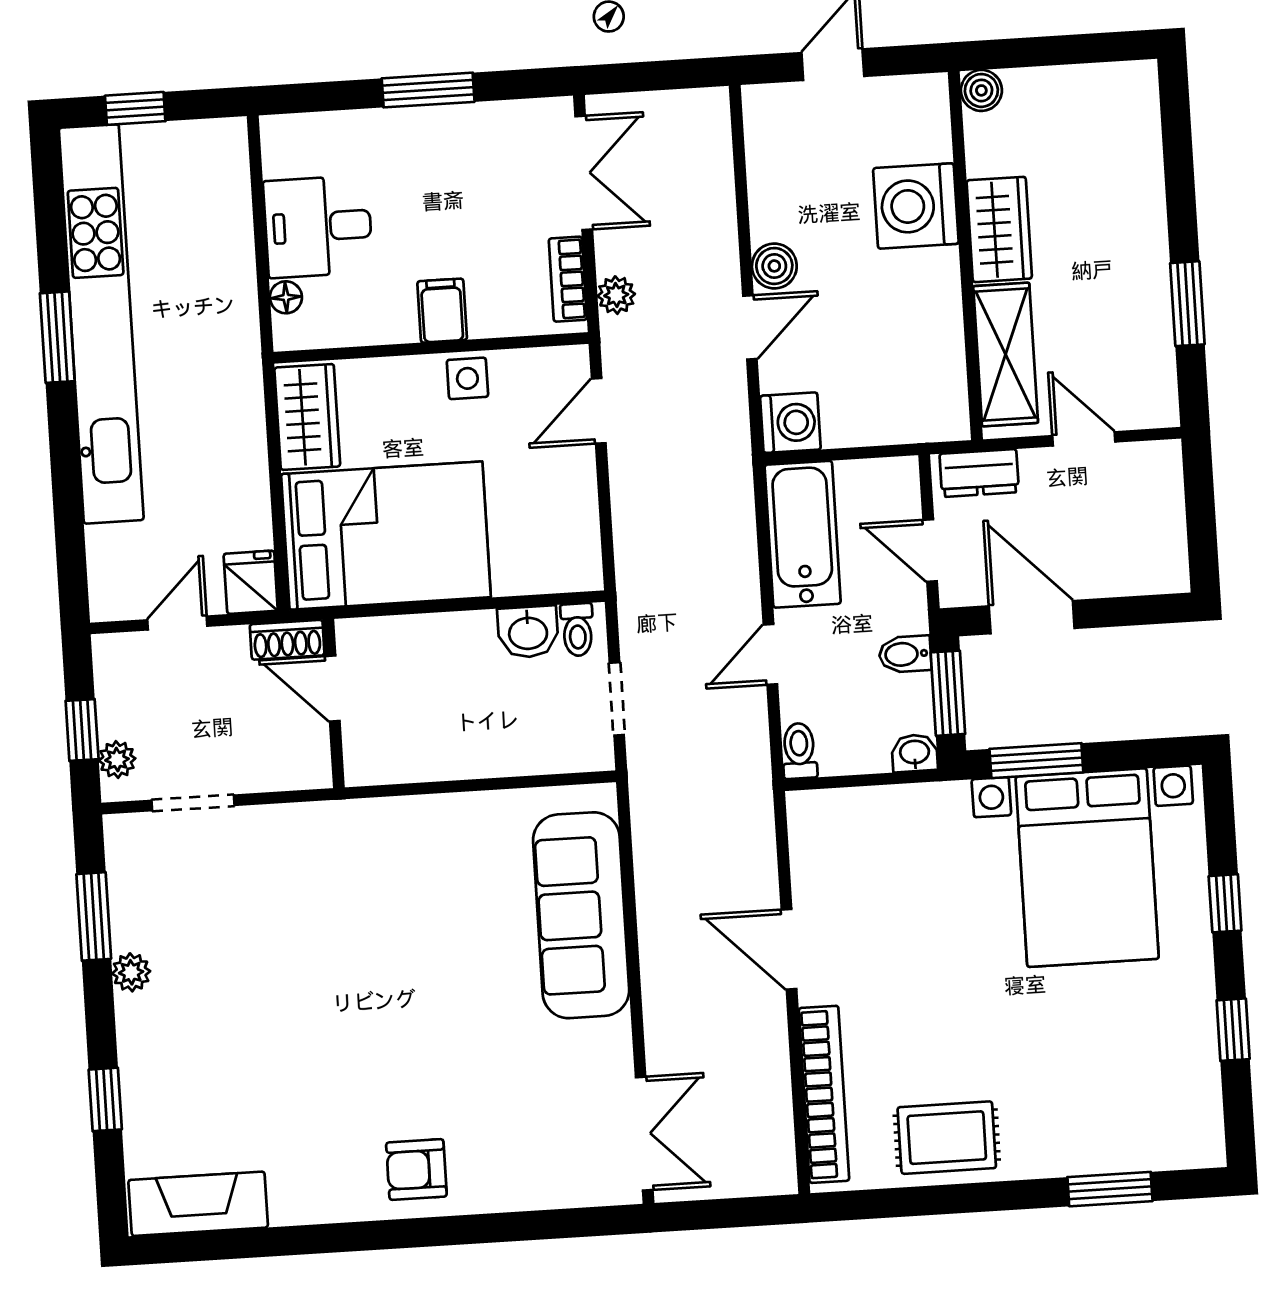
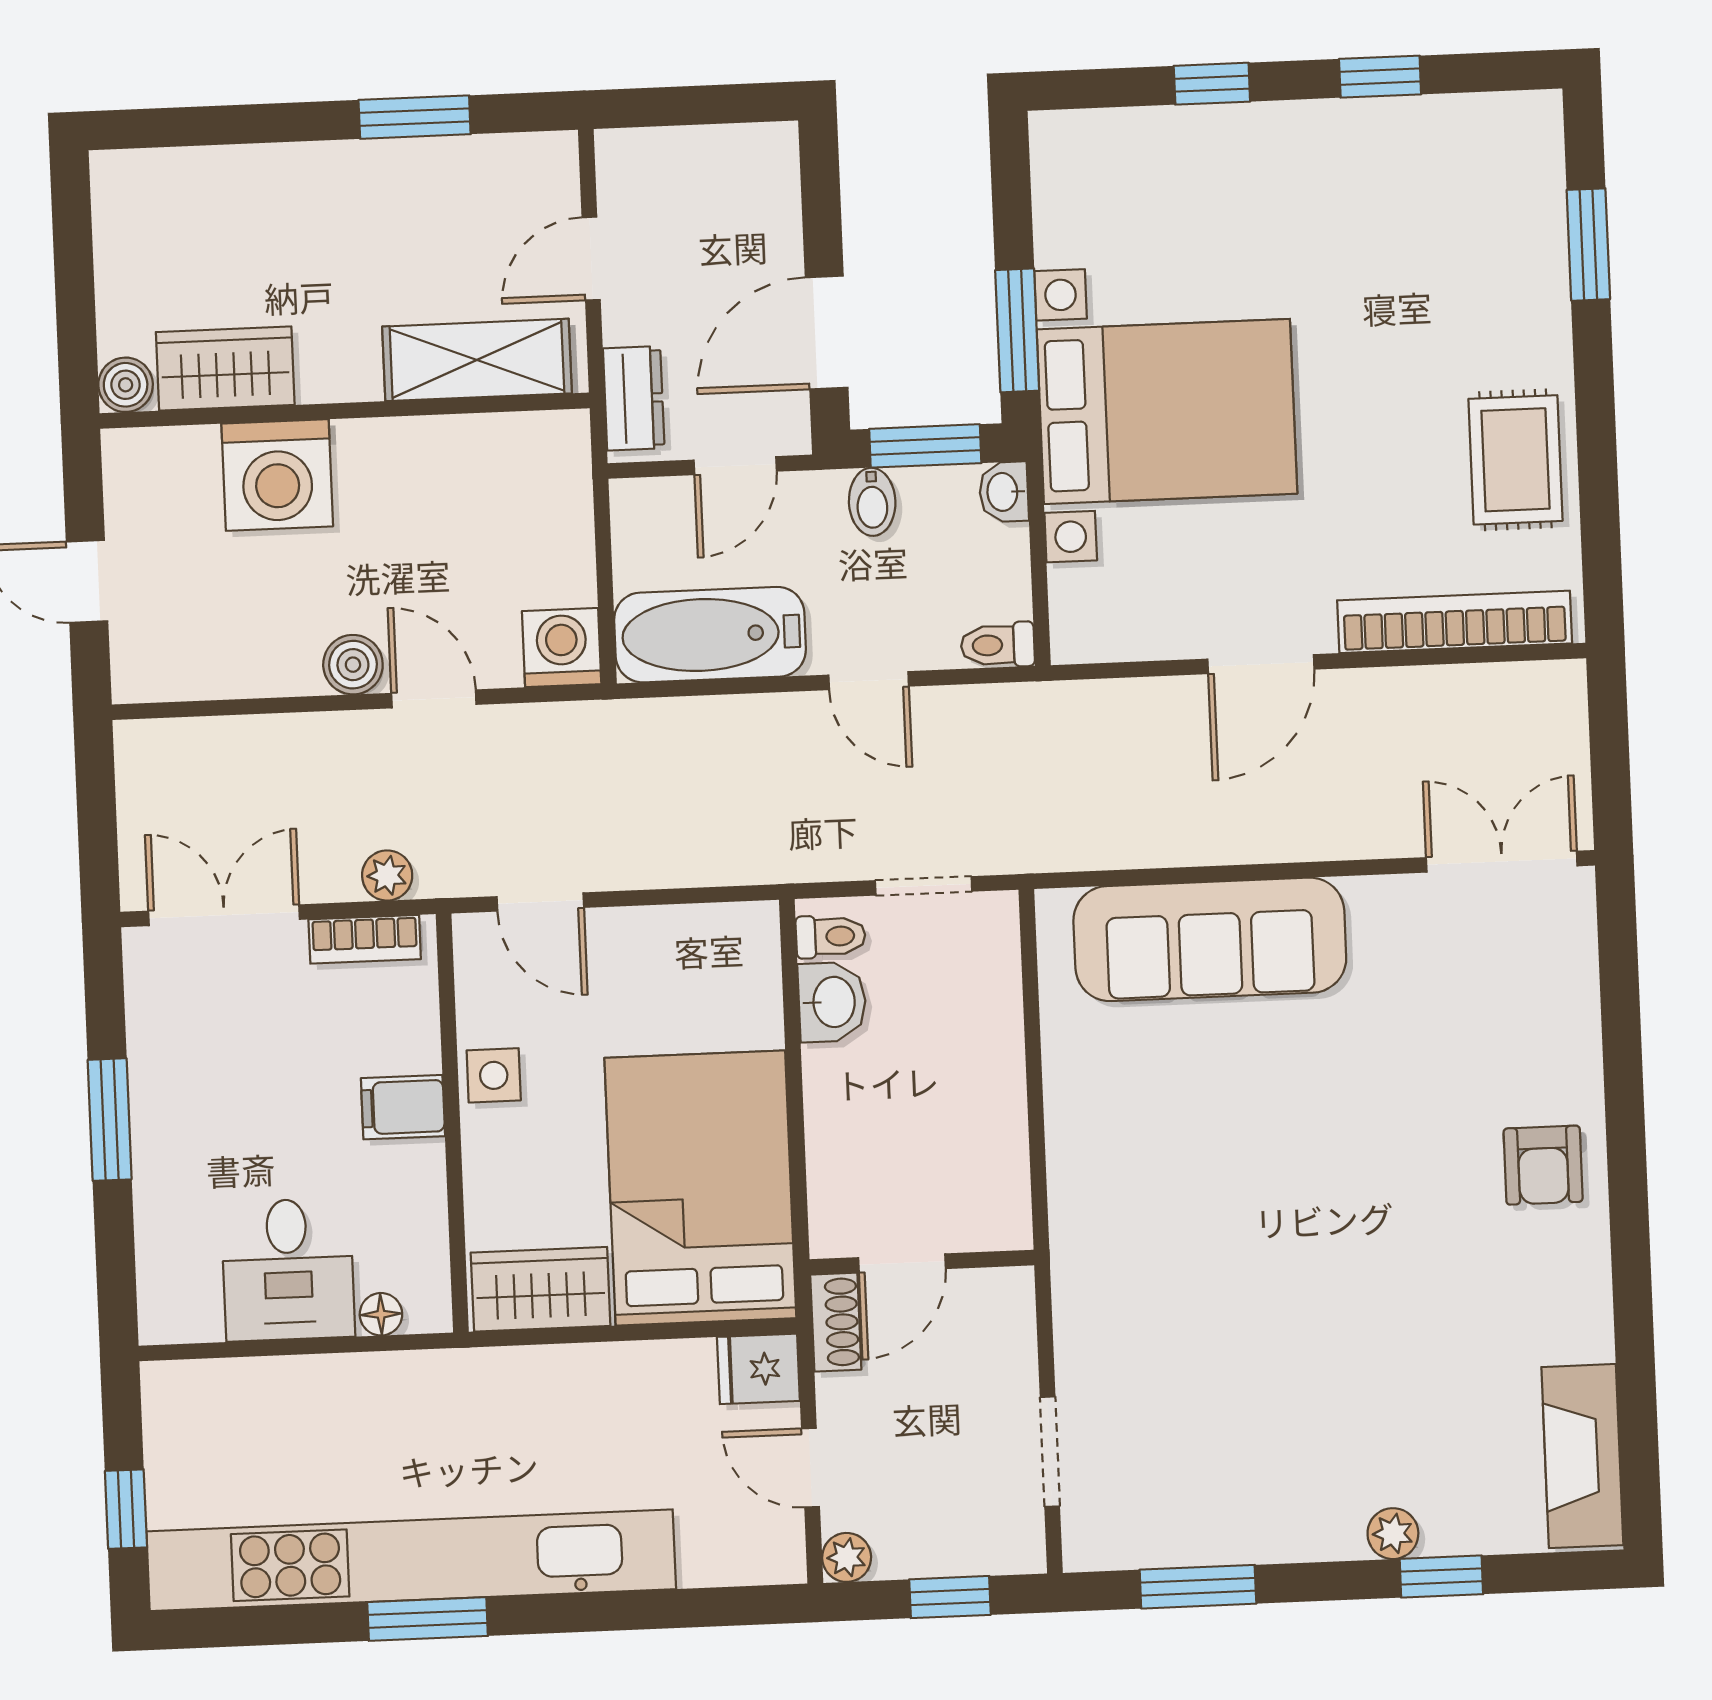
wardrobe: (999, 229) -> (225, 368), moved
plant: (117, 760) -> (847, 1557), moved
bed with nightstands: (1087, 868) -> (1167, 412), moved
plant: (131, 972) -> (1393, 1534), moved

